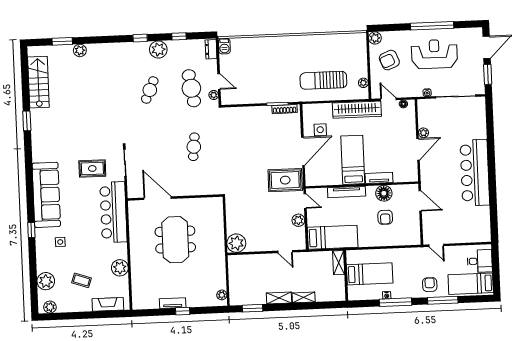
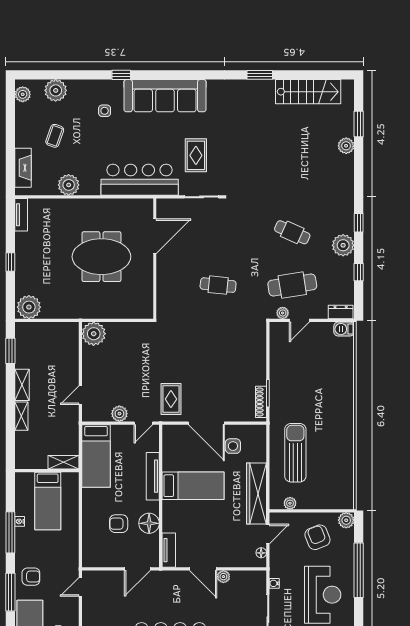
window: (432, 26) -> (359, 570), moved
tv unit: (379, 178) -> (169, 550), moved
rug: (285, 180) -> (171, 399), width x0.73, depth x0.70
plant: (222, 295) -> (29, 307), width x1.88, depth x1.88
tv unit: (173, 303) -> (21, 215), moved

